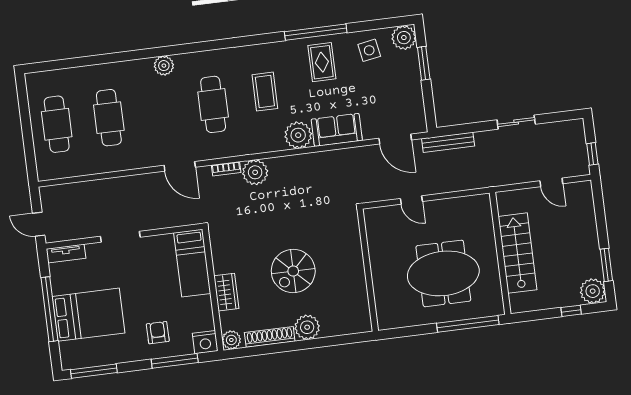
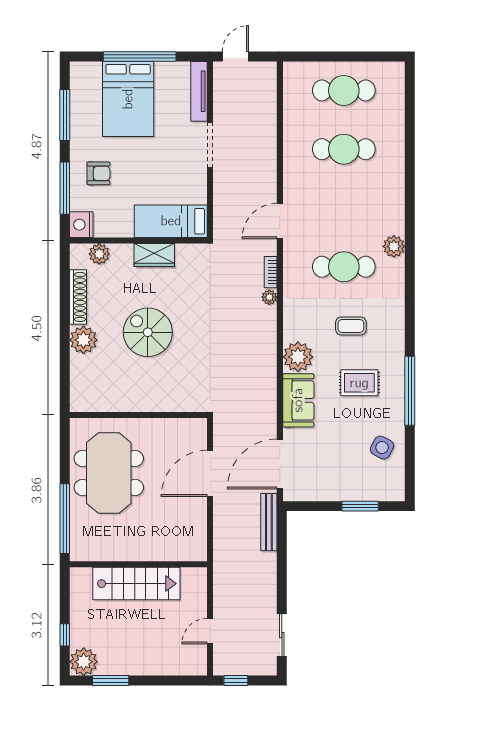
plant: (404, 38) -> (391, 488), removed
side table: (369, 50) -> (382, 448), turned 38
rug: (322, 62) -> (359, 383), moved
plant: (164, 66) -> (394, 246), moved
coffee table: (265, 92) -> (351, 326), width x0.73, depth x0.77
sliding door: (516, 122) -> (282, 635), moved
door: (395, 139) -> (280, 464), width x1.36
plant: (255, 172) -> (269, 297), width x0.53, depth x0.53
door: (411, 200) -> (210, 473), width x1.88
tv unit: (66, 254) -> (199, 91), width x1.41
meeting table: (443, 273) -> (109, 473), moved
wardrobe: (226, 292) -> (154, 255), moved
plant: (231, 340) -> (99, 254), moved
window: (94, 371) -> (65, 115), moved

